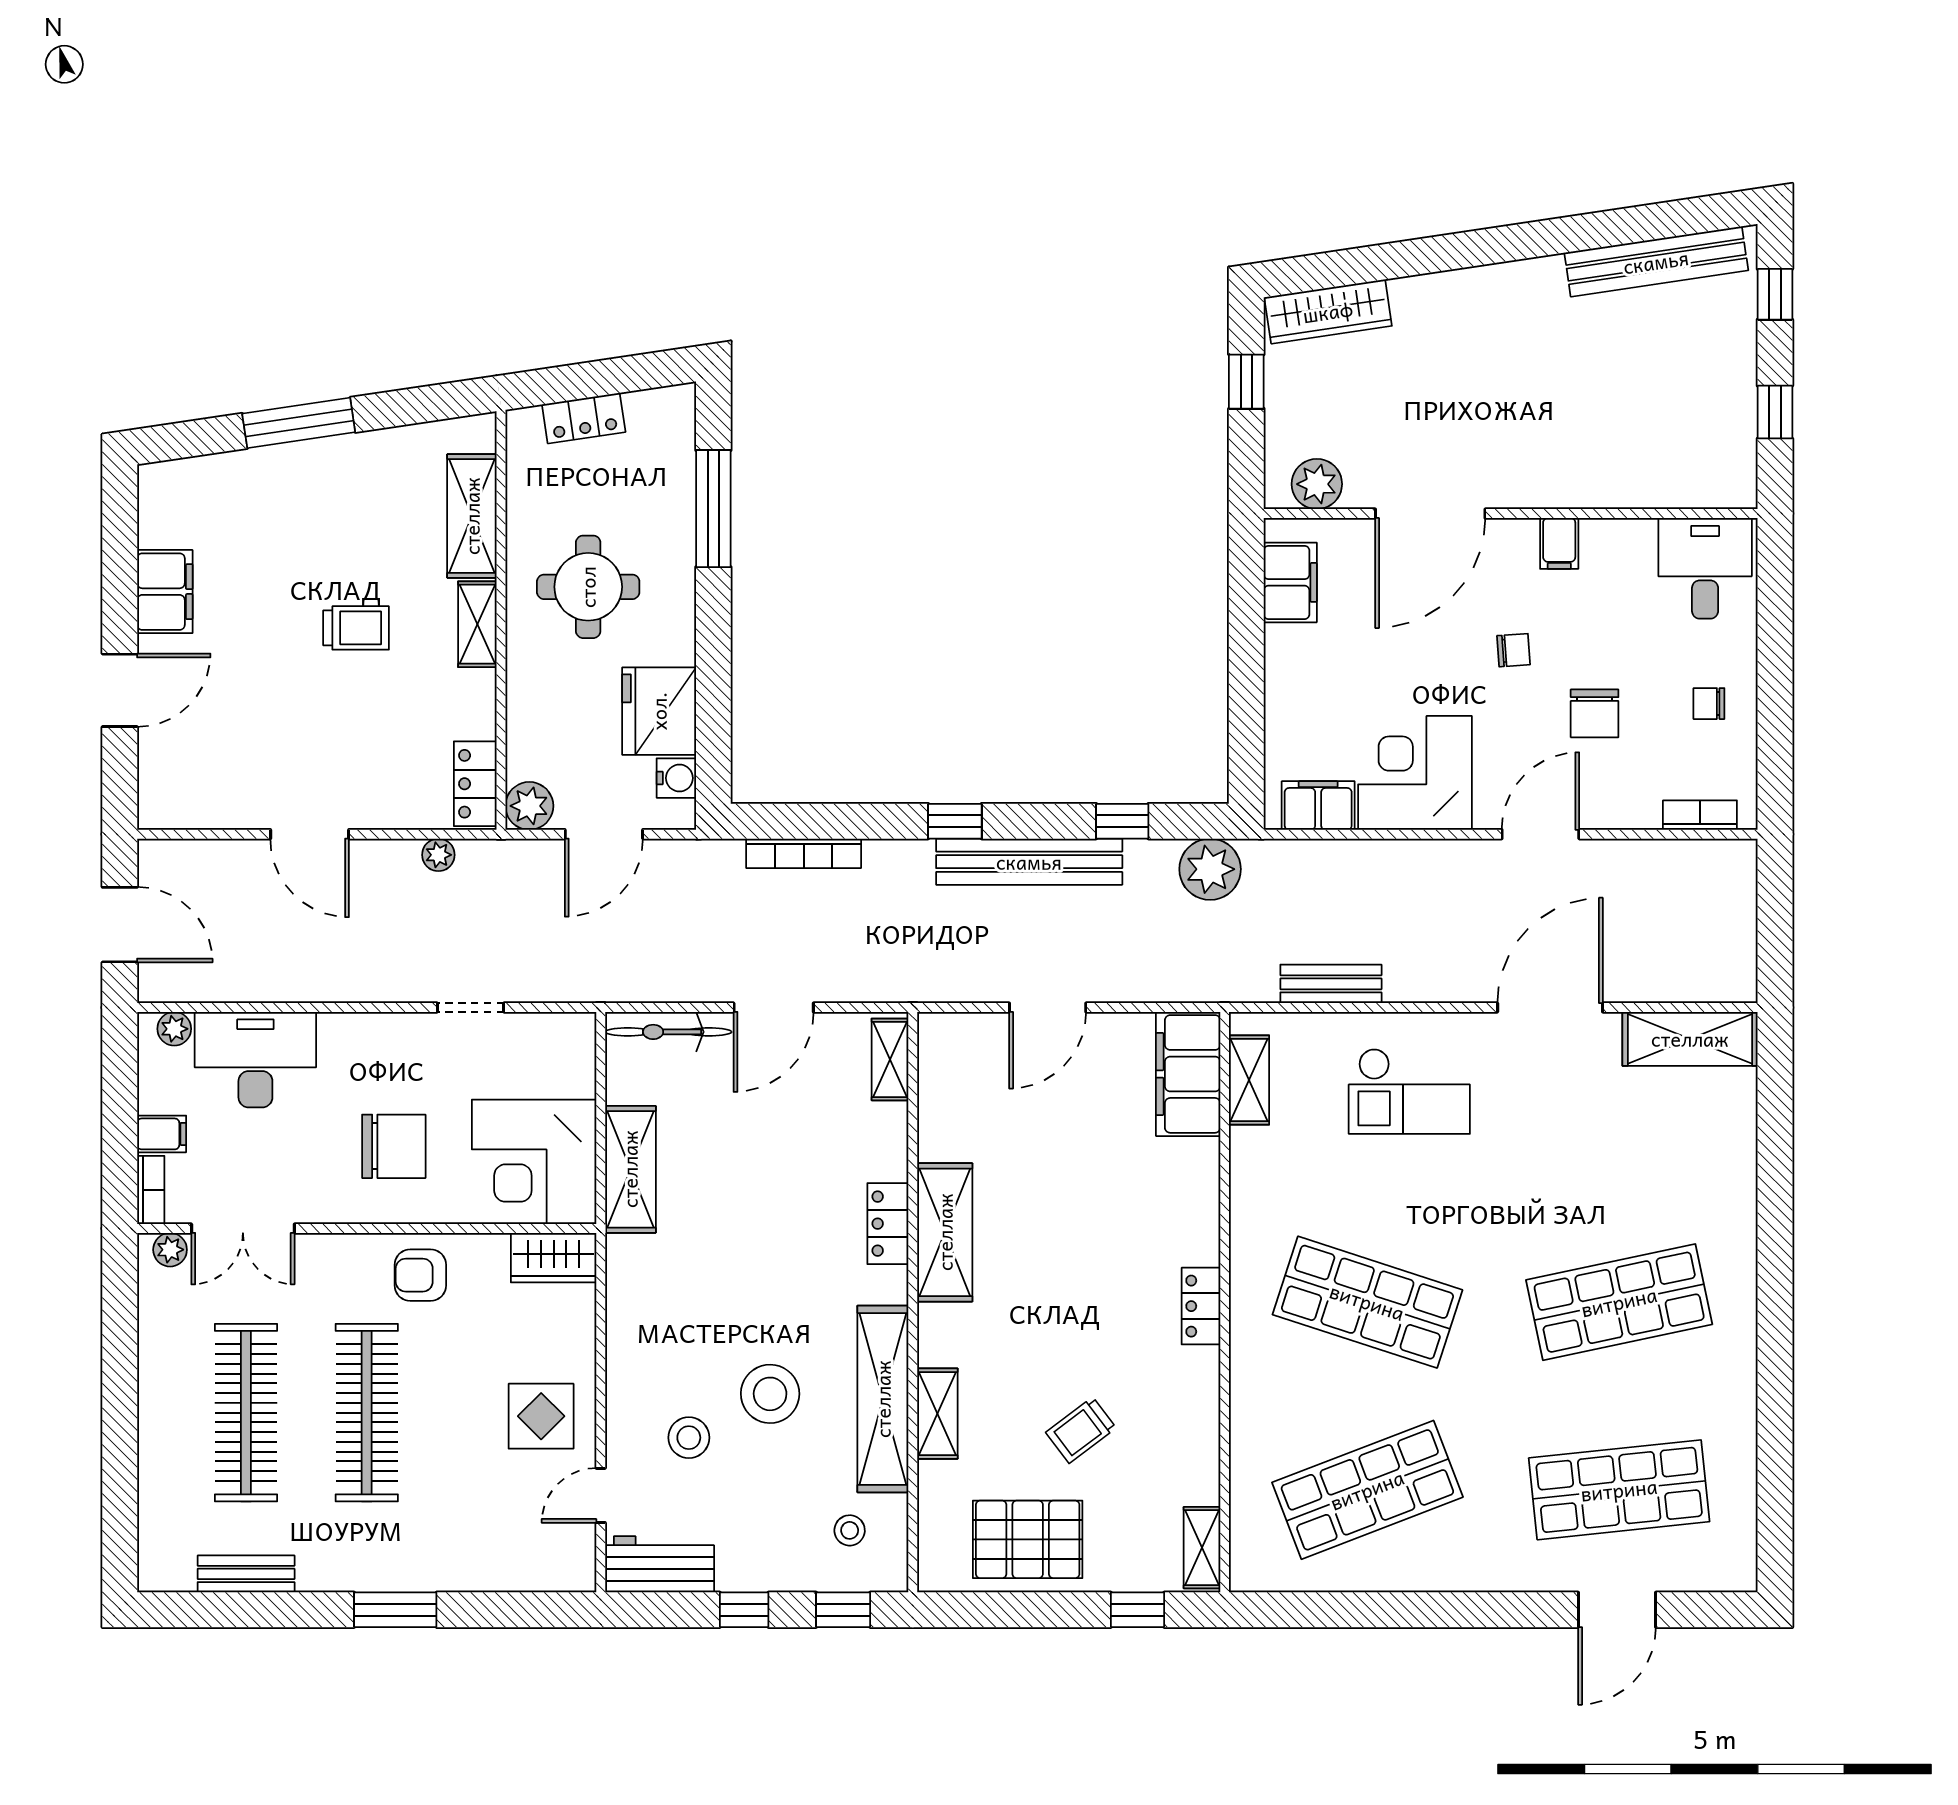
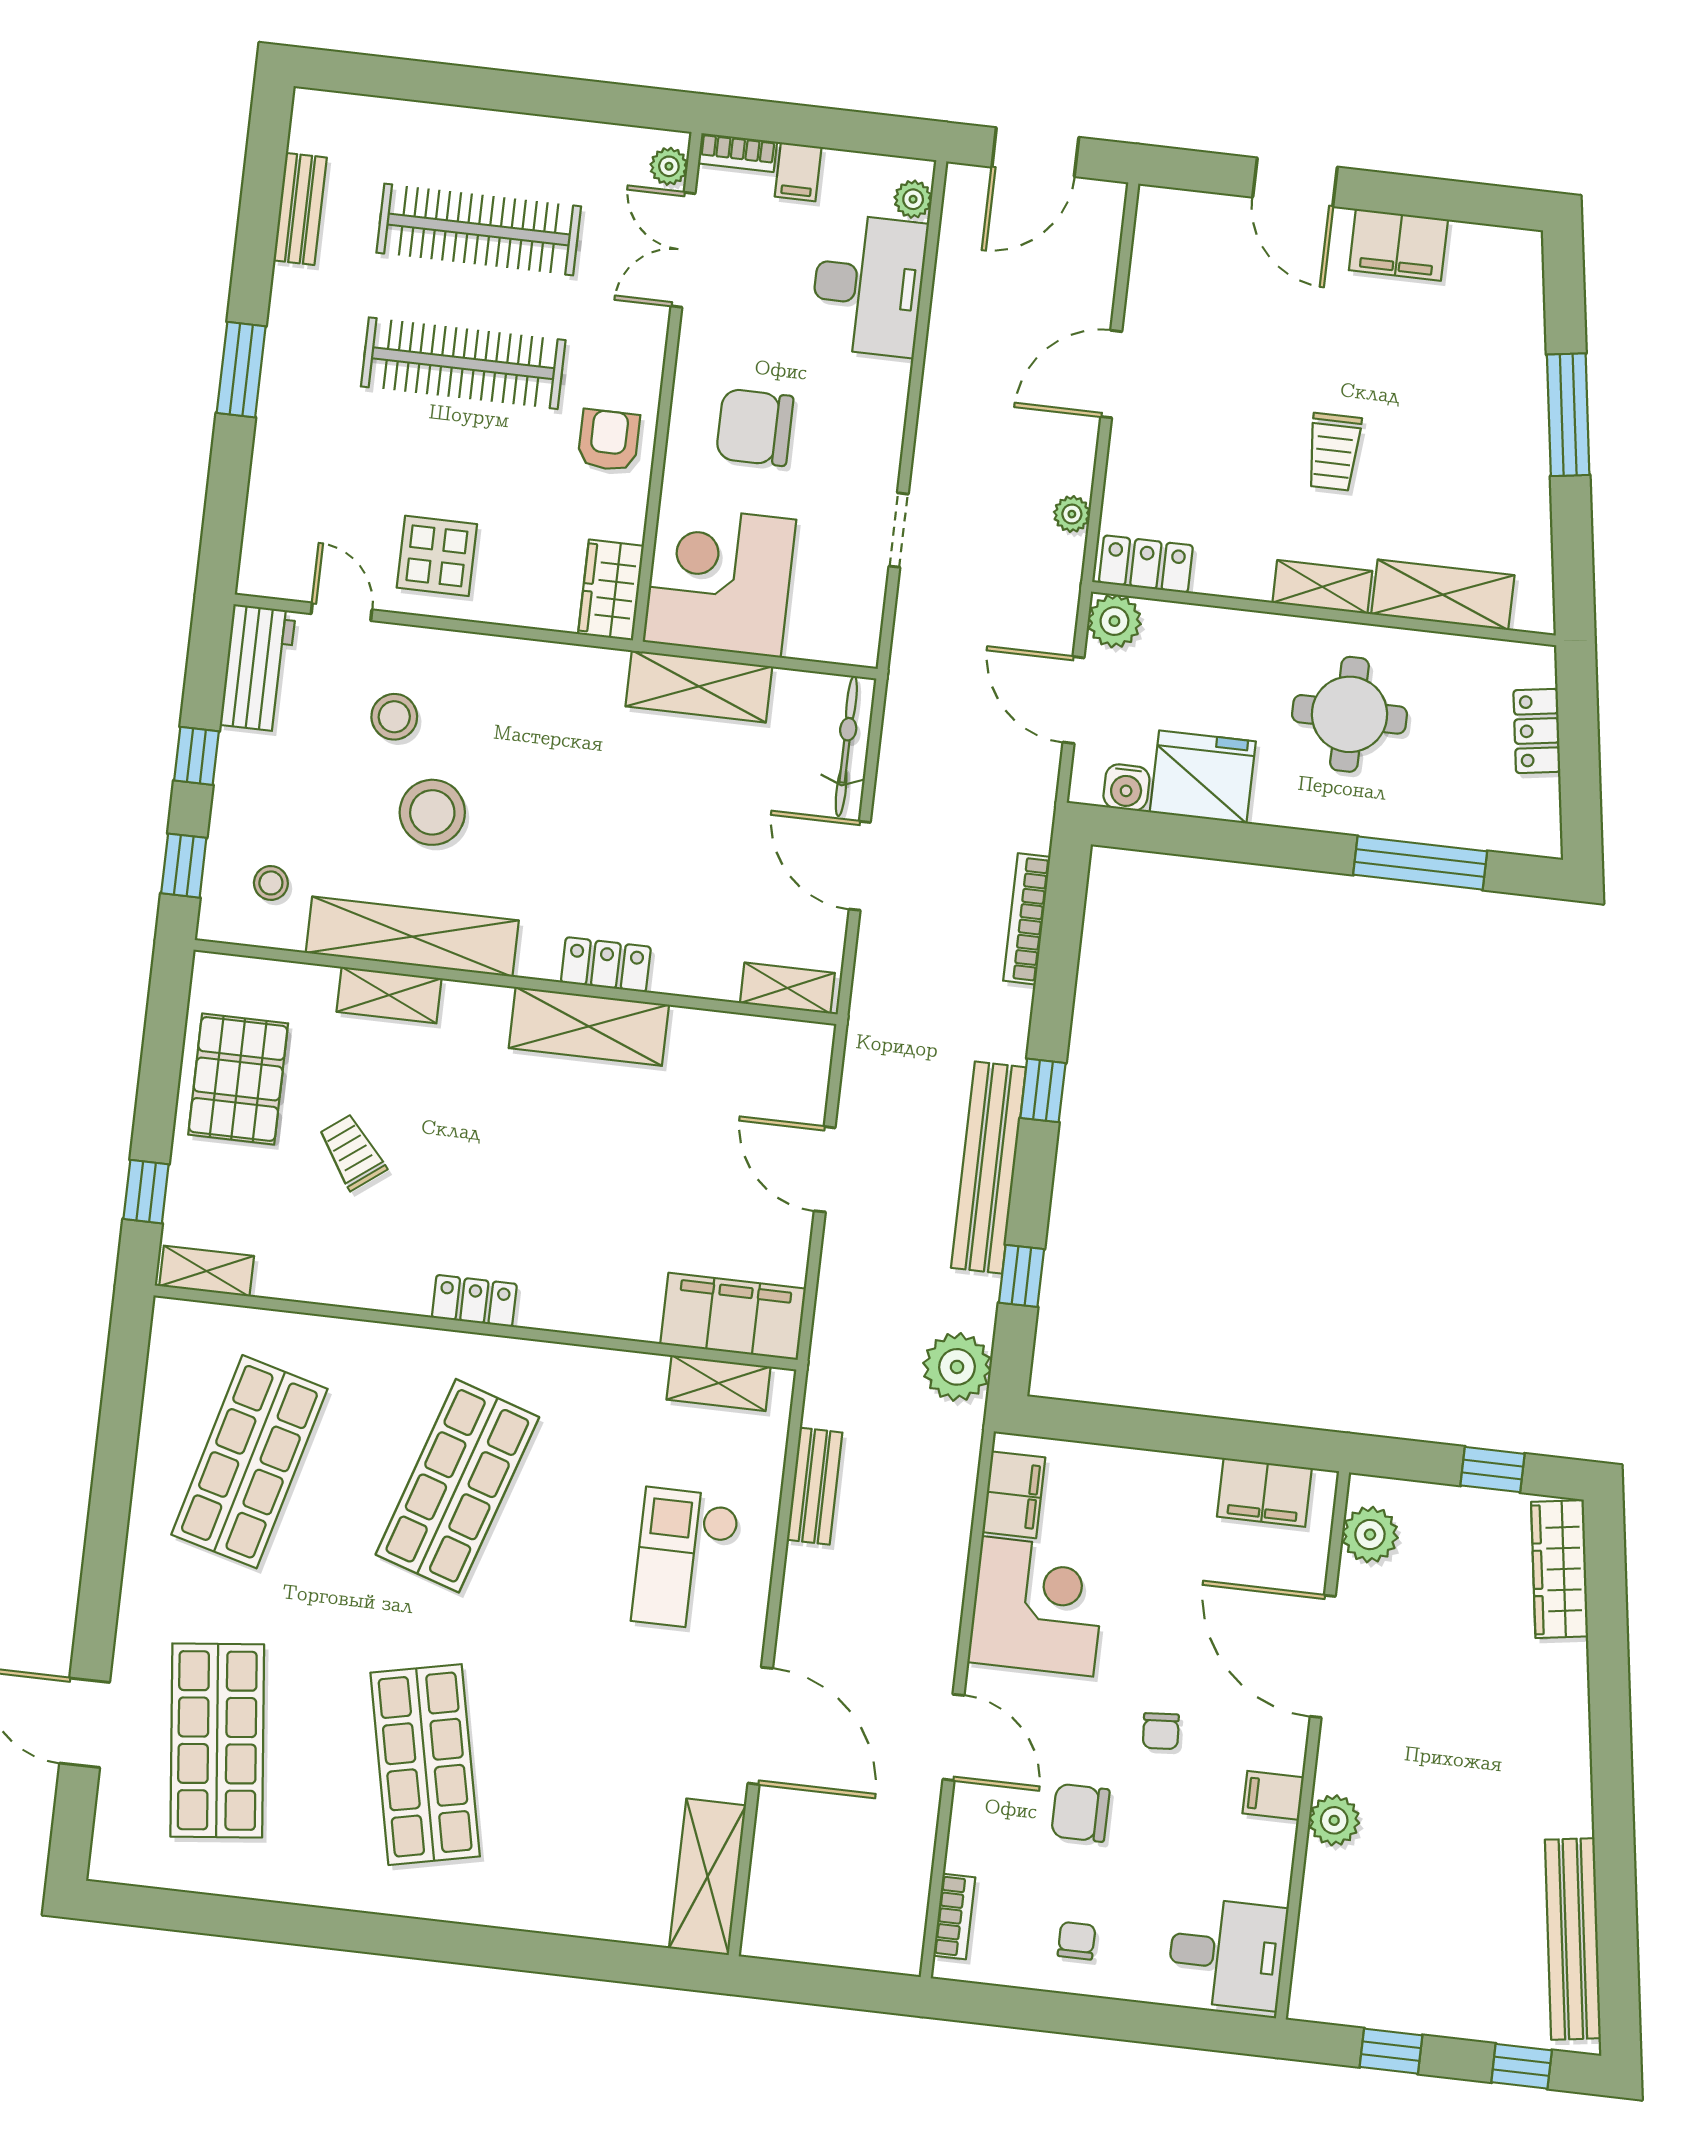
plant: (1575, 486) -> (1334, 1820), added
chair: (394, 1146) -> (755, 427), turned 90
shop shelf: (1367, 1490) -> (249, 1462), turned 36

